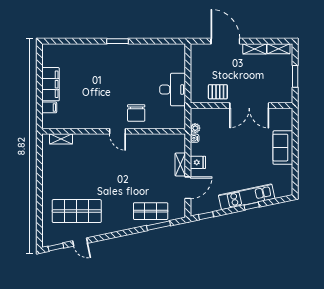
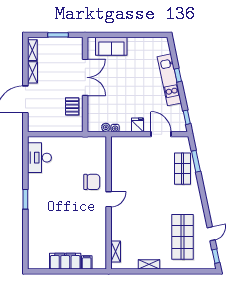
desk: (173, 90) -> (39, 158), moved, turned -90
sofa: (283, 148) -> (111, 46), moved
shelving: (180, 164) -> (149, 264), moved

